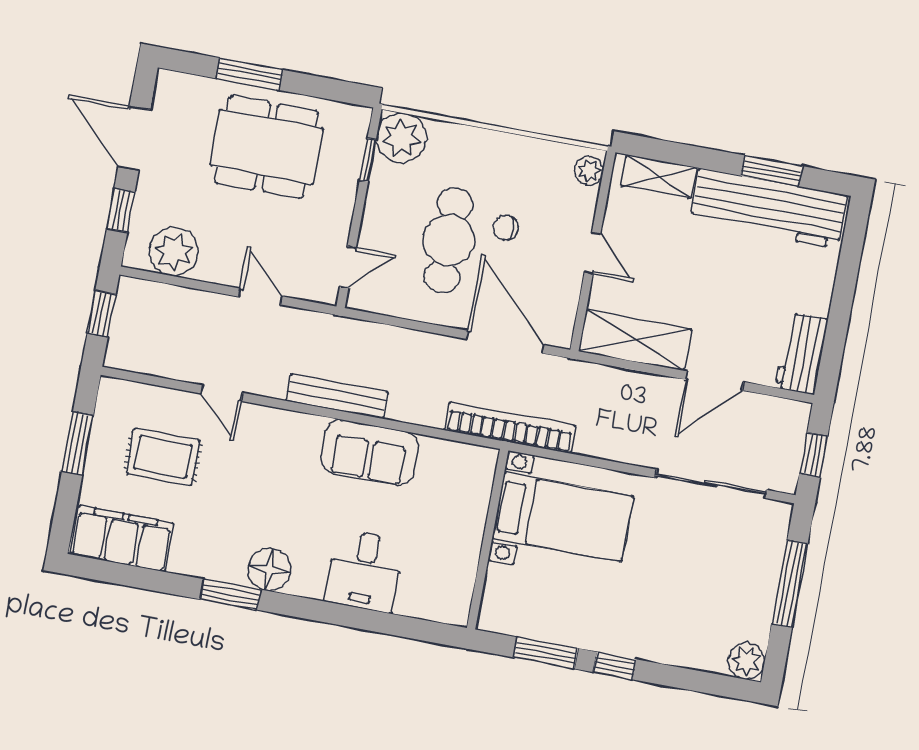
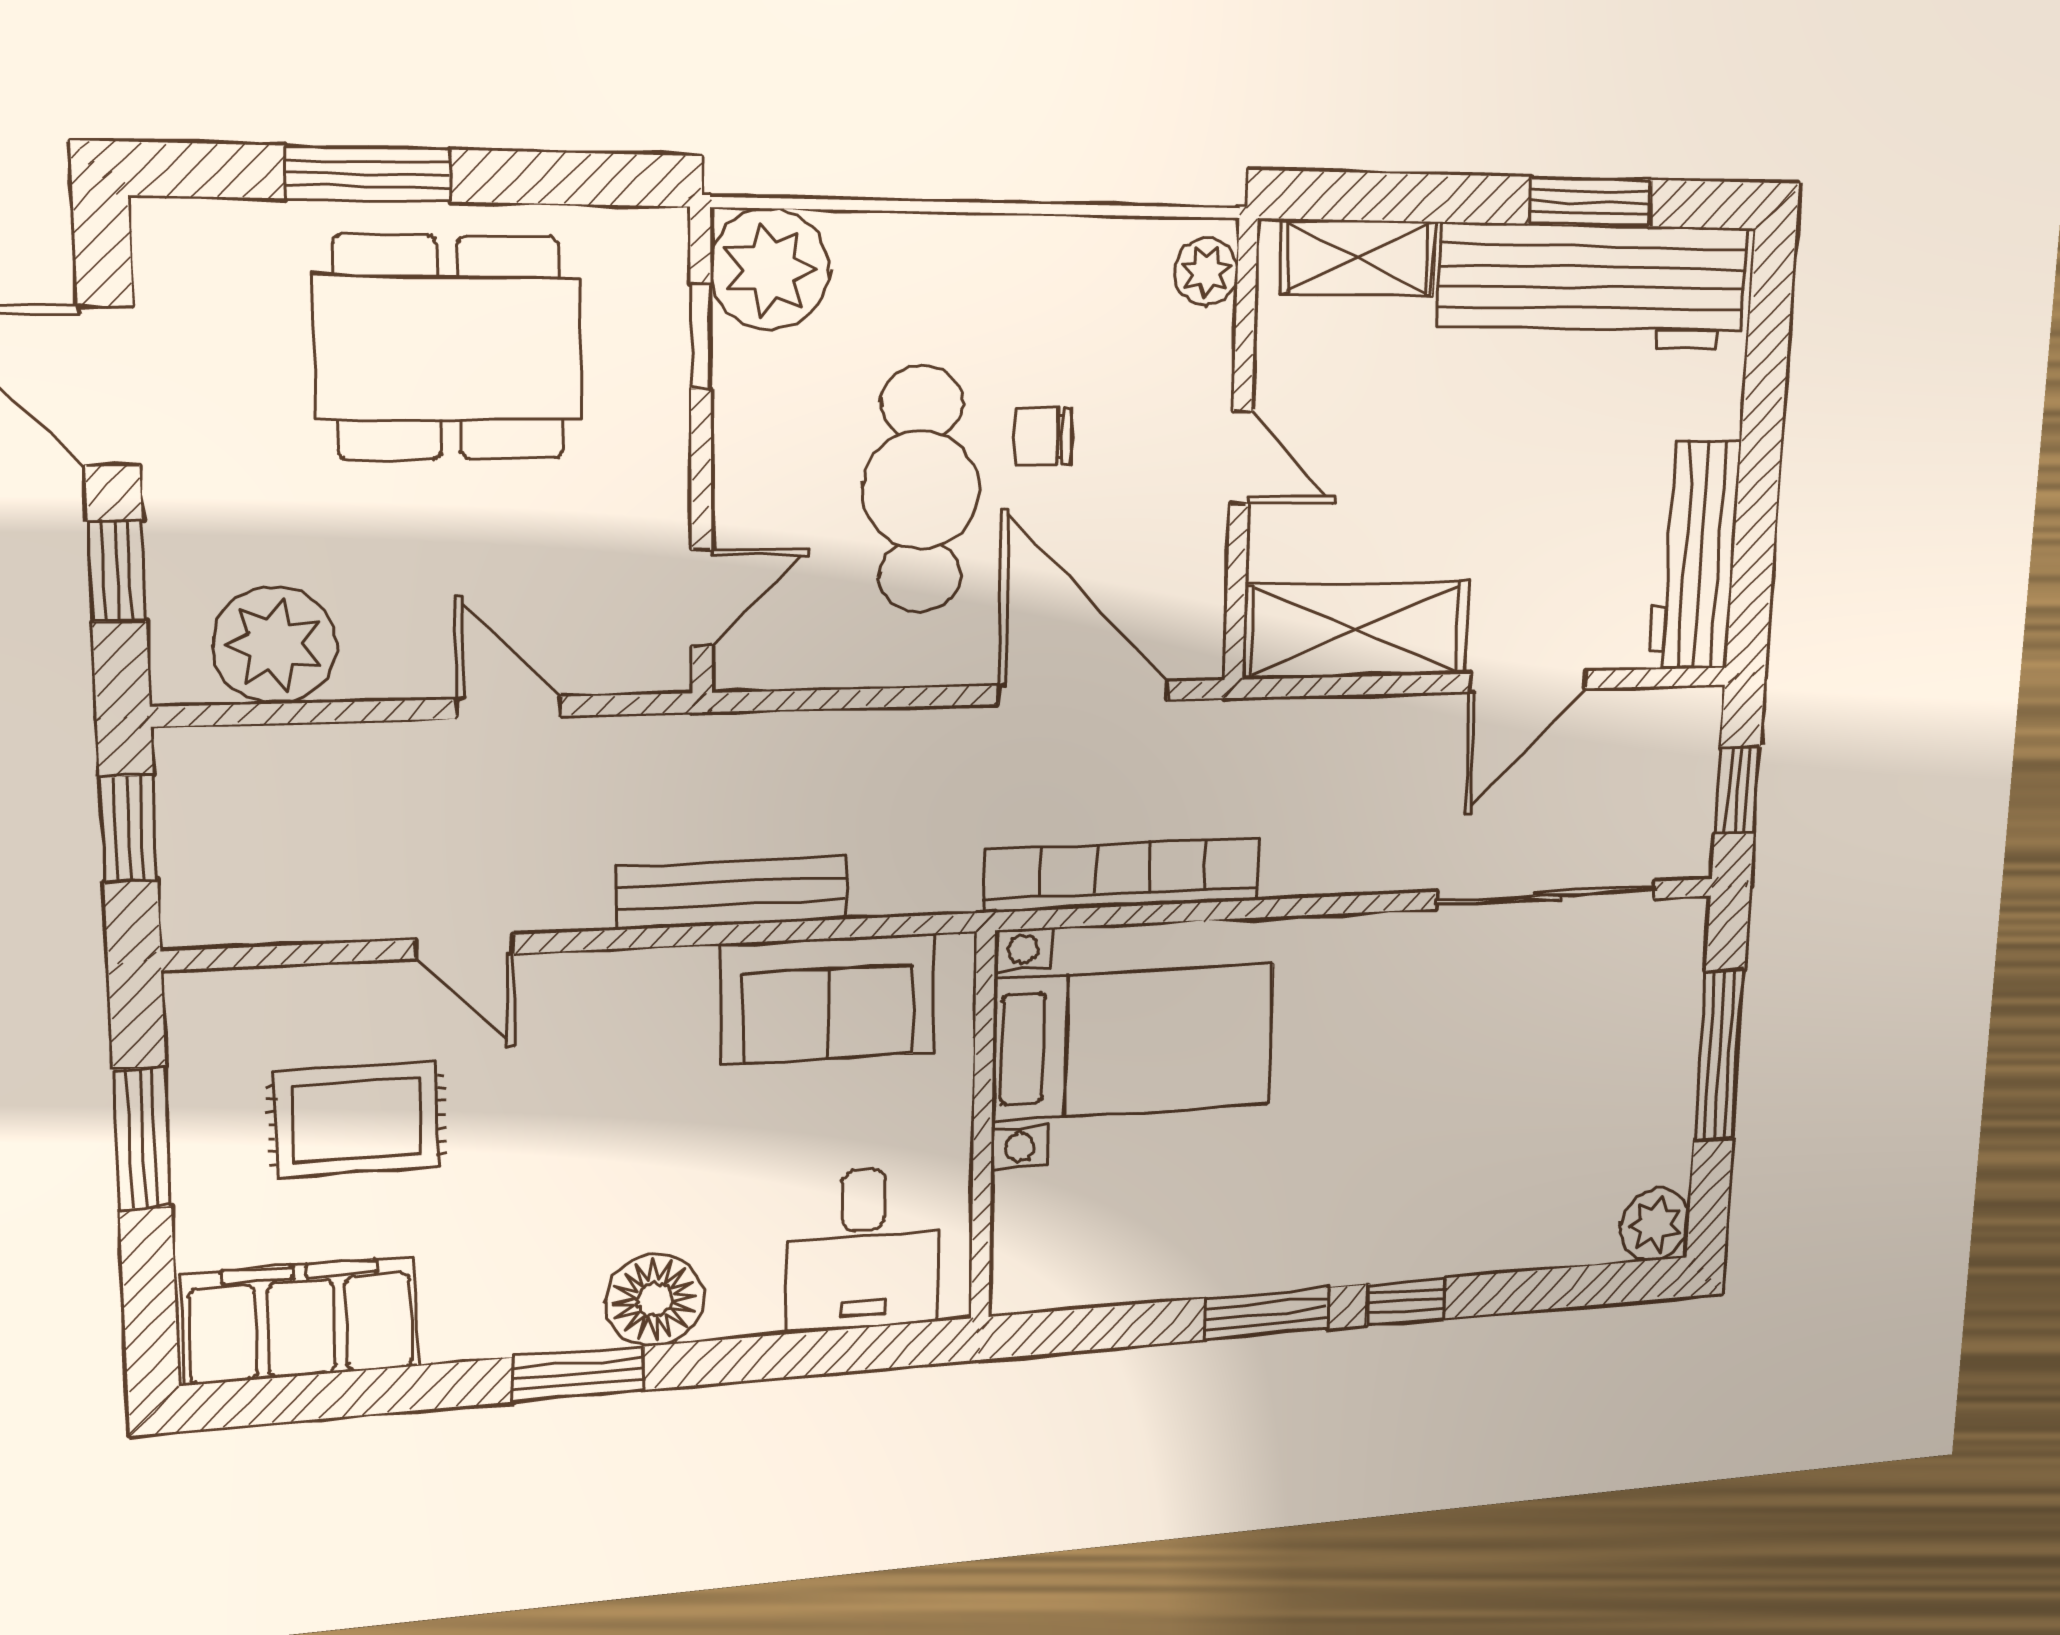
workbench: (802, 354) -> (1695, 556), width x1.38
bed with nightstands: (563, 517) -> (1133, 1042), moved
wall: (488, 539) -> (983, 1127), moved

